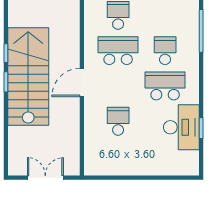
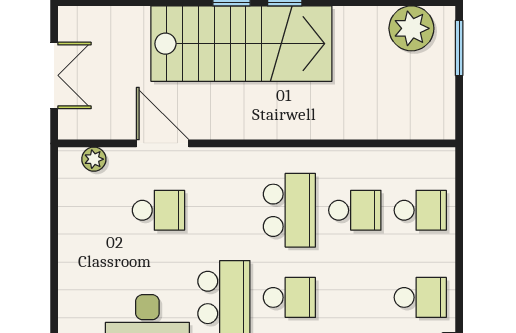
door: (82, 82) -> (163, 143), moved
plant: (90, 156) -> (94, 159), added

